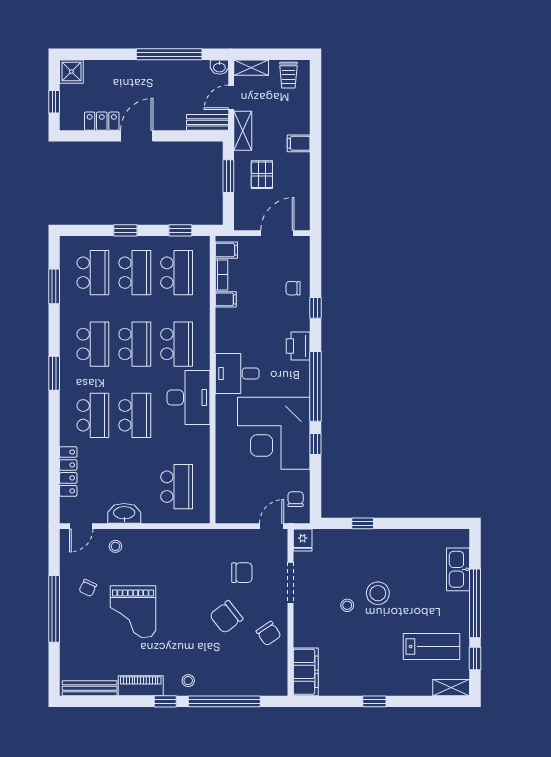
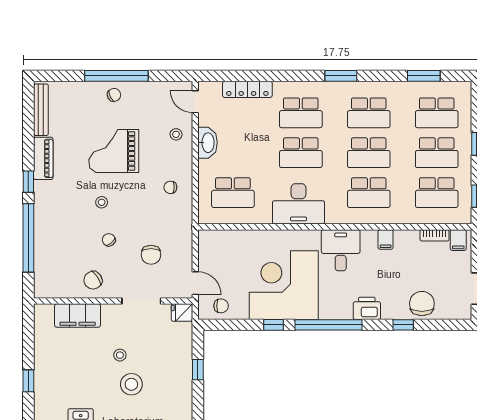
chair: (293, 288) -> (422, 304), width x1.87, depth x1.87
filing cabinet: (226, 299) -> (386, 239), moved
desk: (188, 398) -> (299, 204), moved
chair: (171, 552) -> (170, 187), added
chair: (88, 588) -> (114, 95), moved, turned 129
chair: (226, 617) -> (109, 240), width x0.54, depth x0.54
filing cabinet: (306, 672) -> (78, 316), moved
stool: (188, 681) -> (102, 202), moved

